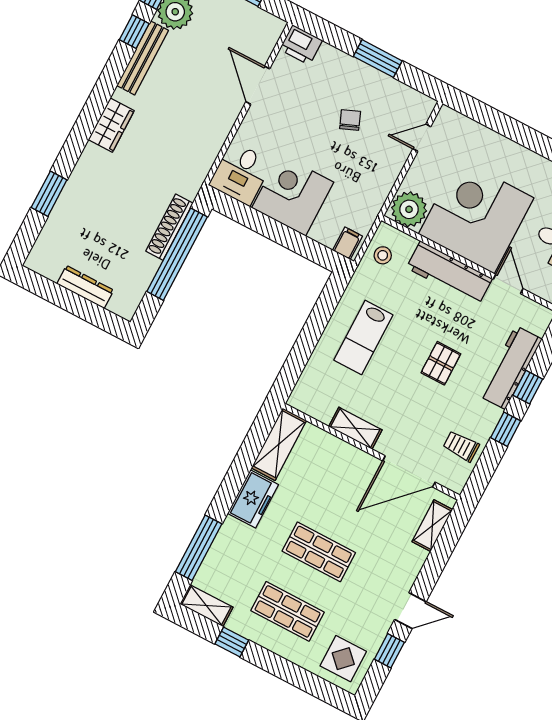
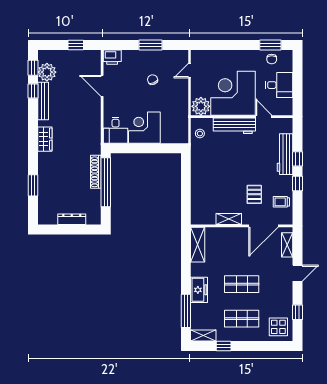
filing cabinet: (348, 243) -> (181, 136), removed
lab bench: (363, 337) -> (211, 176), removed
pallet: (441, 363) -> (254, 194), moved
freezer: (253, 499) -> (199, 290), moved
door: (410, 611) -> (298, 273), moved

